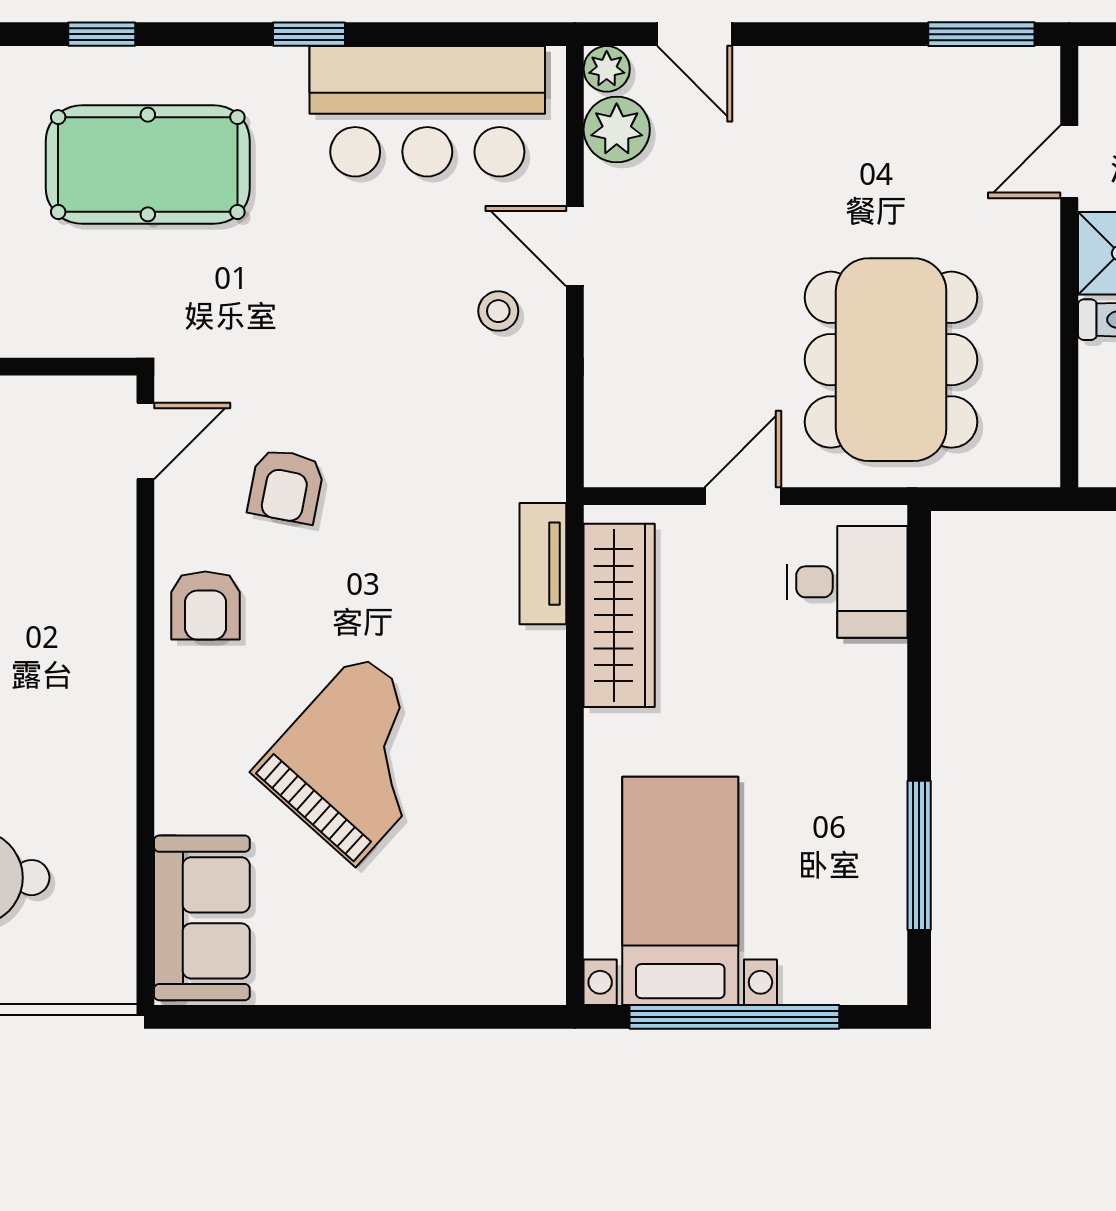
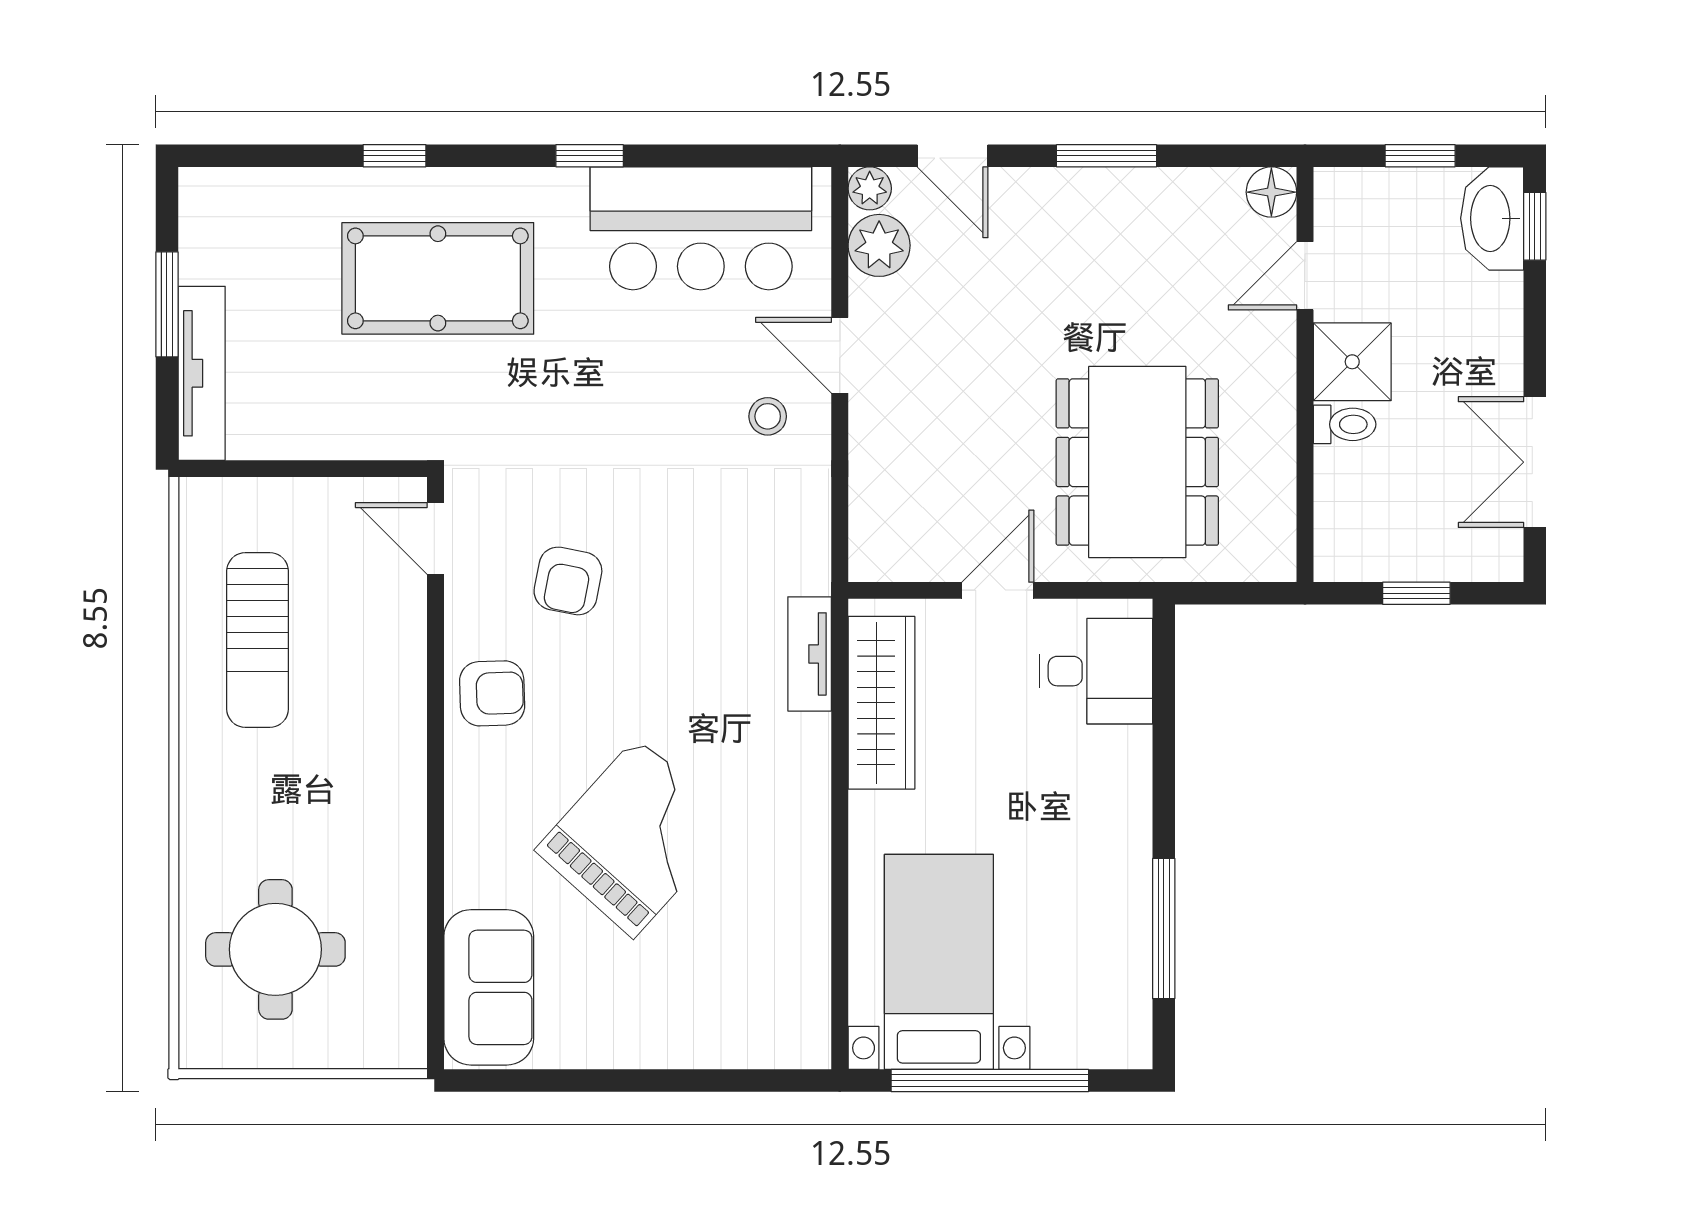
window: (981, 34) -> (1106, 156), moved
floor lamp: (1034, 73) -> (1271, 192), added
door: (145, 441) -> (436, 538), swing flipped
armchair: (205, 605) -> (492, 693), turned -92

